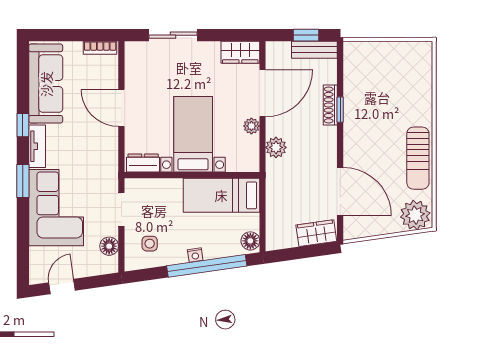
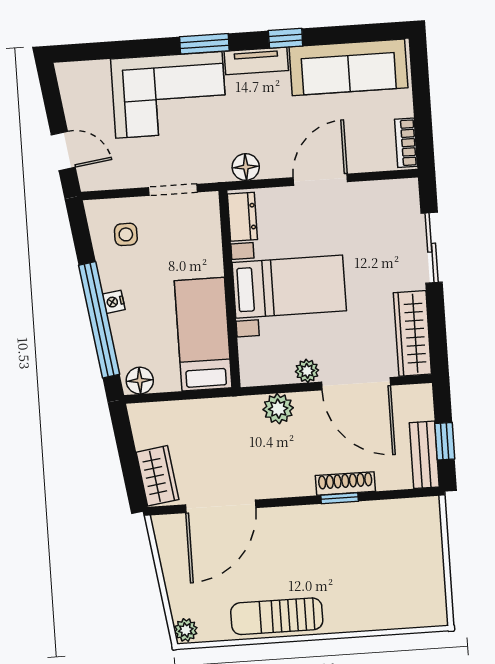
wardrobe: (240, 52) -> (412, 333), width x1.50
plant: (415, 215) -> (186, 630), width x0.53, depth x0.53
floor lamp: (109, 246) -> (246, 167), moved
door: (62, 286) -> (63, 151), moved

